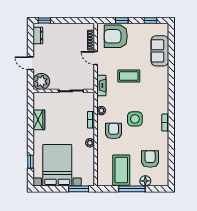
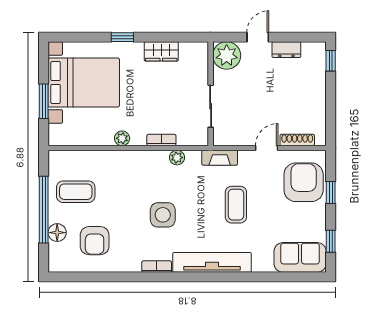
dresser: (38, 35) -> (286, 50), moved
sofa: (160, 51) -> (300, 257), moved
tv unit: (163, 90) -> (212, 262), added
armchair: (114, 131) -> (142, 179), removed
armchair: (150, 159) -> (95, 241), turned 90
window: (31, 162) -> (122, 37), moved
coffee table: (121, 170) -> (76, 192), width x0.73, depth x0.76
window: (79, 189) -> (44, 101), moved
window: (132, 189) -> (44, 210), width x1.46

